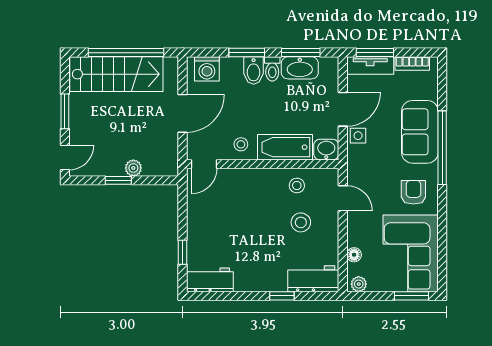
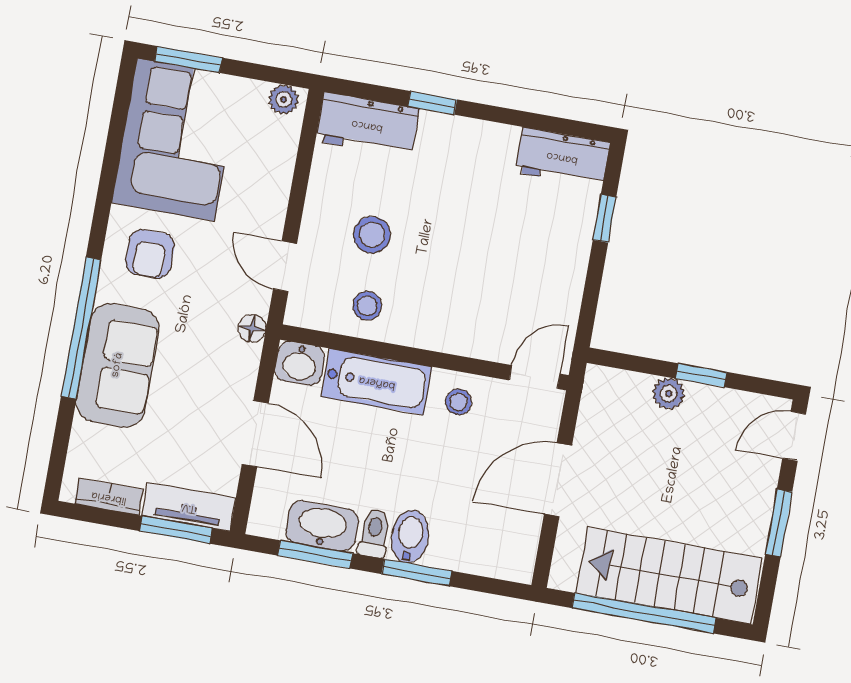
washing machine: (207, 69) -> (497, 555), removed
door: (343, 109) -> (255, 434), swing flipped
side table: (358, 136) -> (235, 379), removed
floor lamp: (354, 255) -> (252, 328), moved

